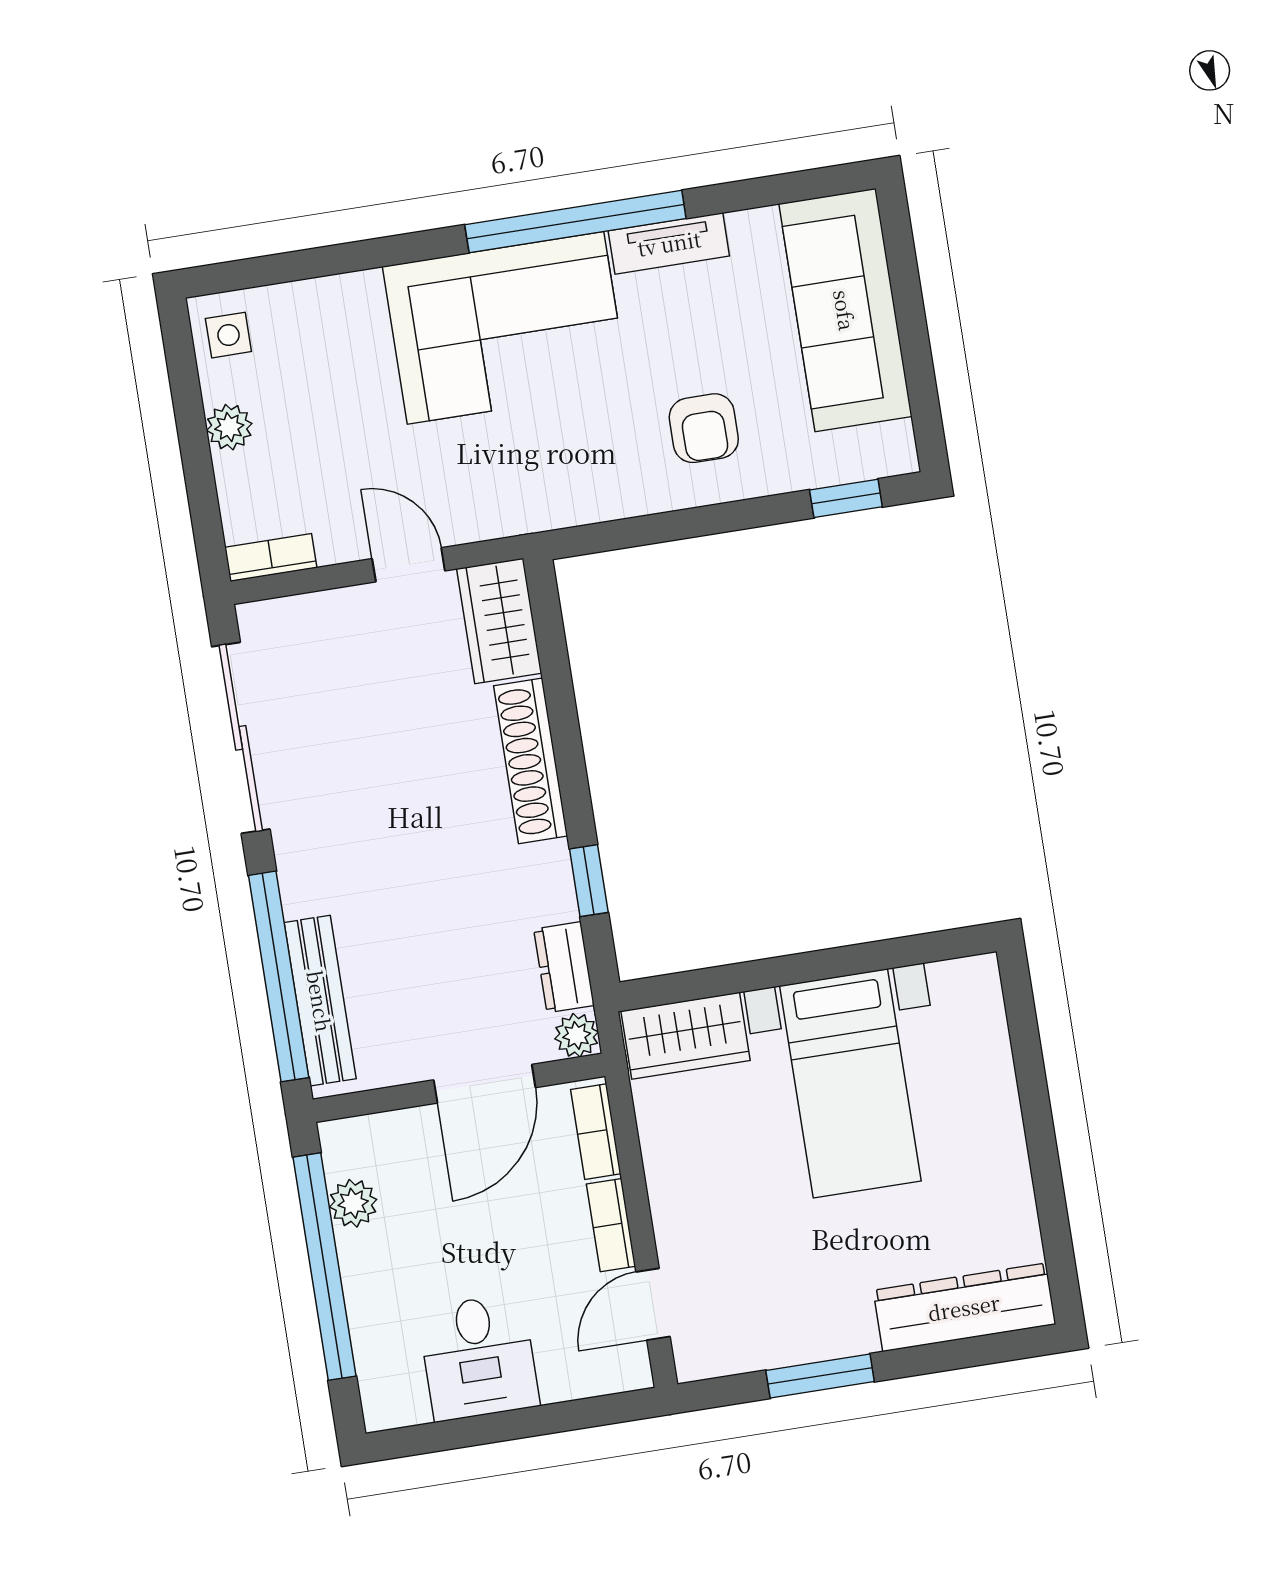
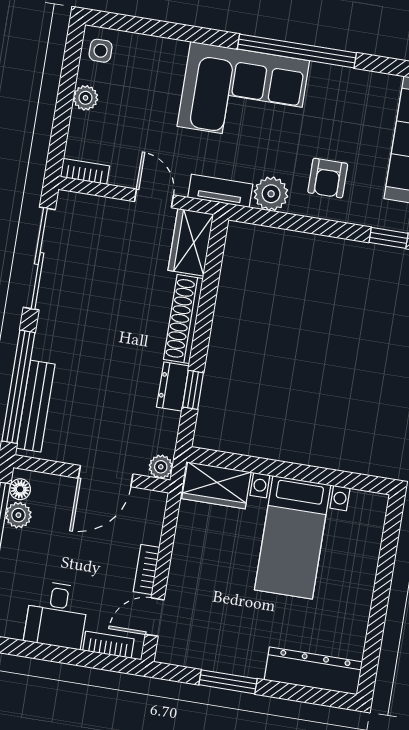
tv unit: (669, 243) -> (220, 191), moved, turned 180
plant: (613, 489) -> (271, 194), added
dresser: (564, 967) -> (173, 386), moved
bookcase: (596, 1132) -> (108, 645), moved, turned 90
floor lamp: (341, 1157) -> (20, 489), added

